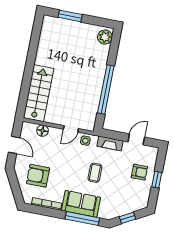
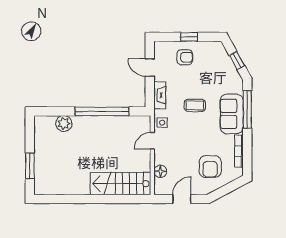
plant: (105, 37) -> (64, 123), moved
door: (71, 129) -> (152, 141), swing flipped
armchair: (139, 172) -> (185, 57), turned 90

